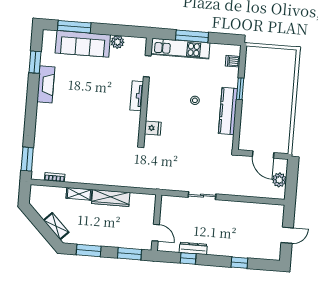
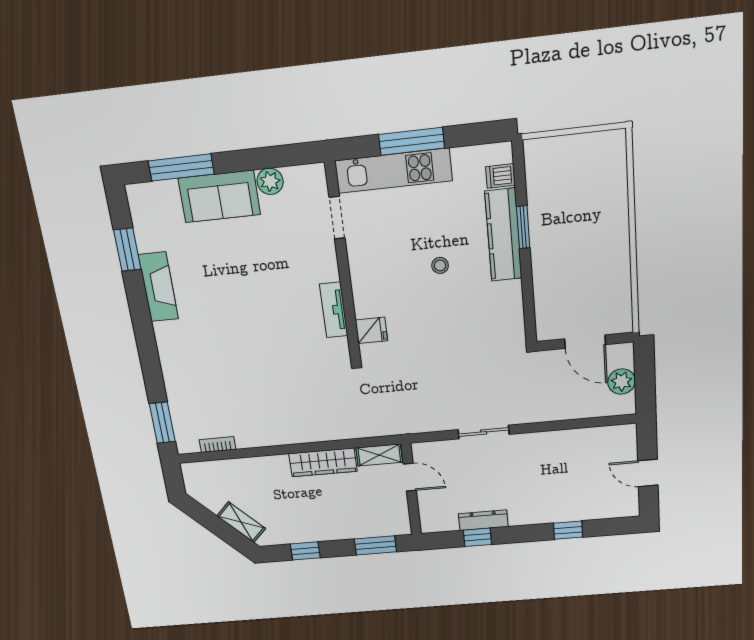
sofa: (83, 44) -> (219, 196), width x0.73
tv unit: (137, 96) -> (334, 310), moved
kitchen counter: (228, 111) -> (503, 235), moved
shelving: (79, 194) -> (379, 455), moved
door: (156, 233) -> (410, 477), moved
door: (287, 235) -> (648, 473), swing flipped
window: (89, 250) -> (305, 551), width x0.67

